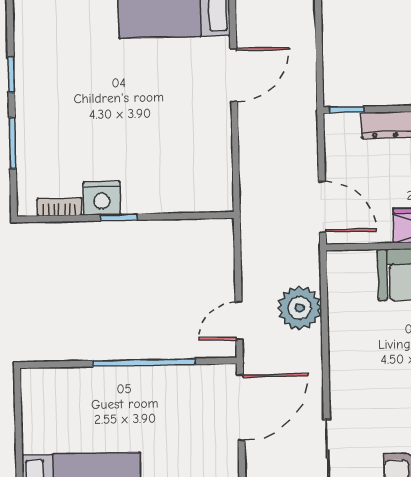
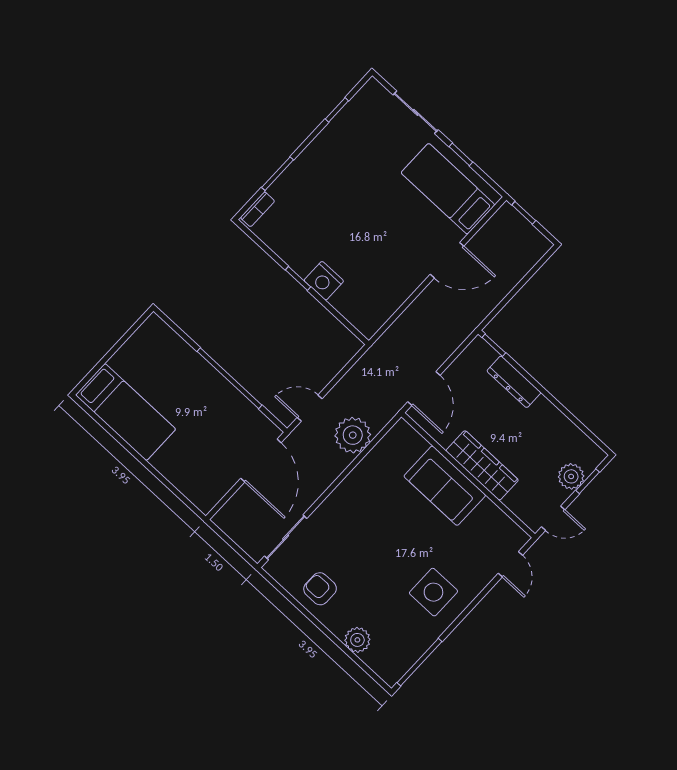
window: (11, 75) -> (337, 110), moved
nightstand: (102, 198) -> (324, 281), moved
bookcase: (59, 207) -> (257, 209), moved, turned 90
door: (241, 408) -> (261, 460), hinge flipped

